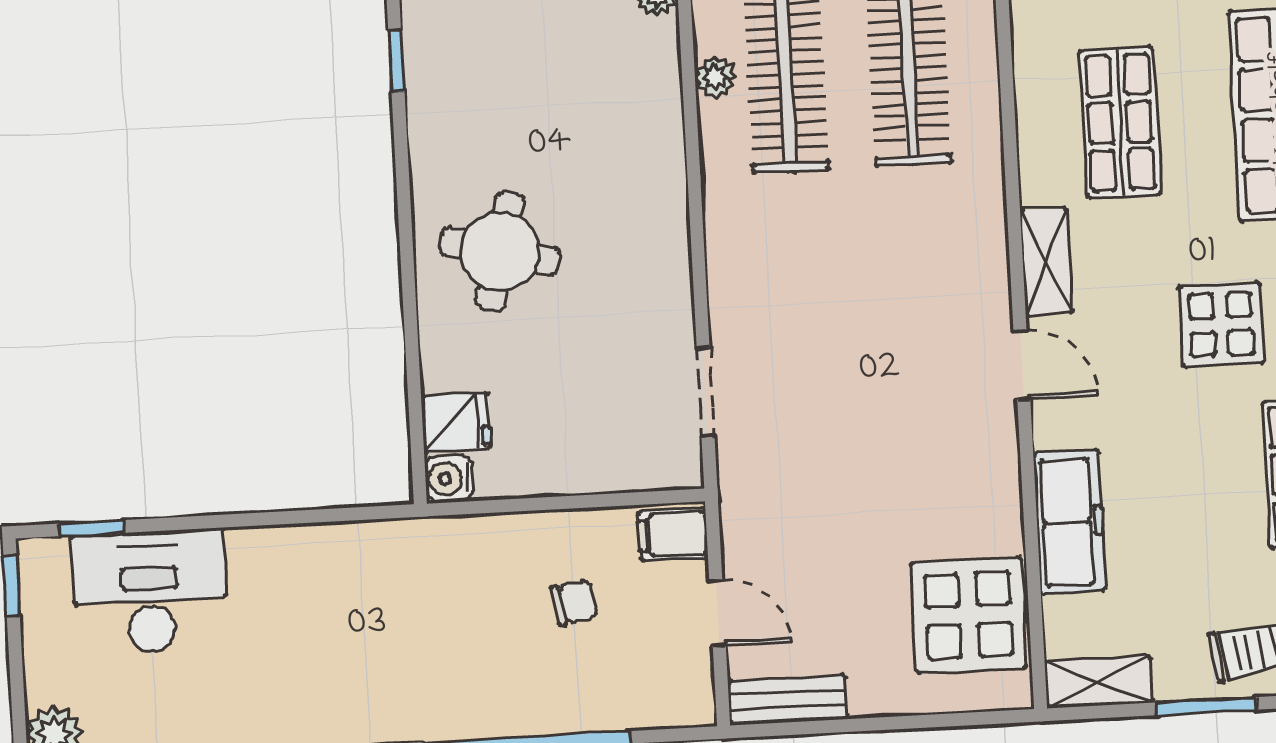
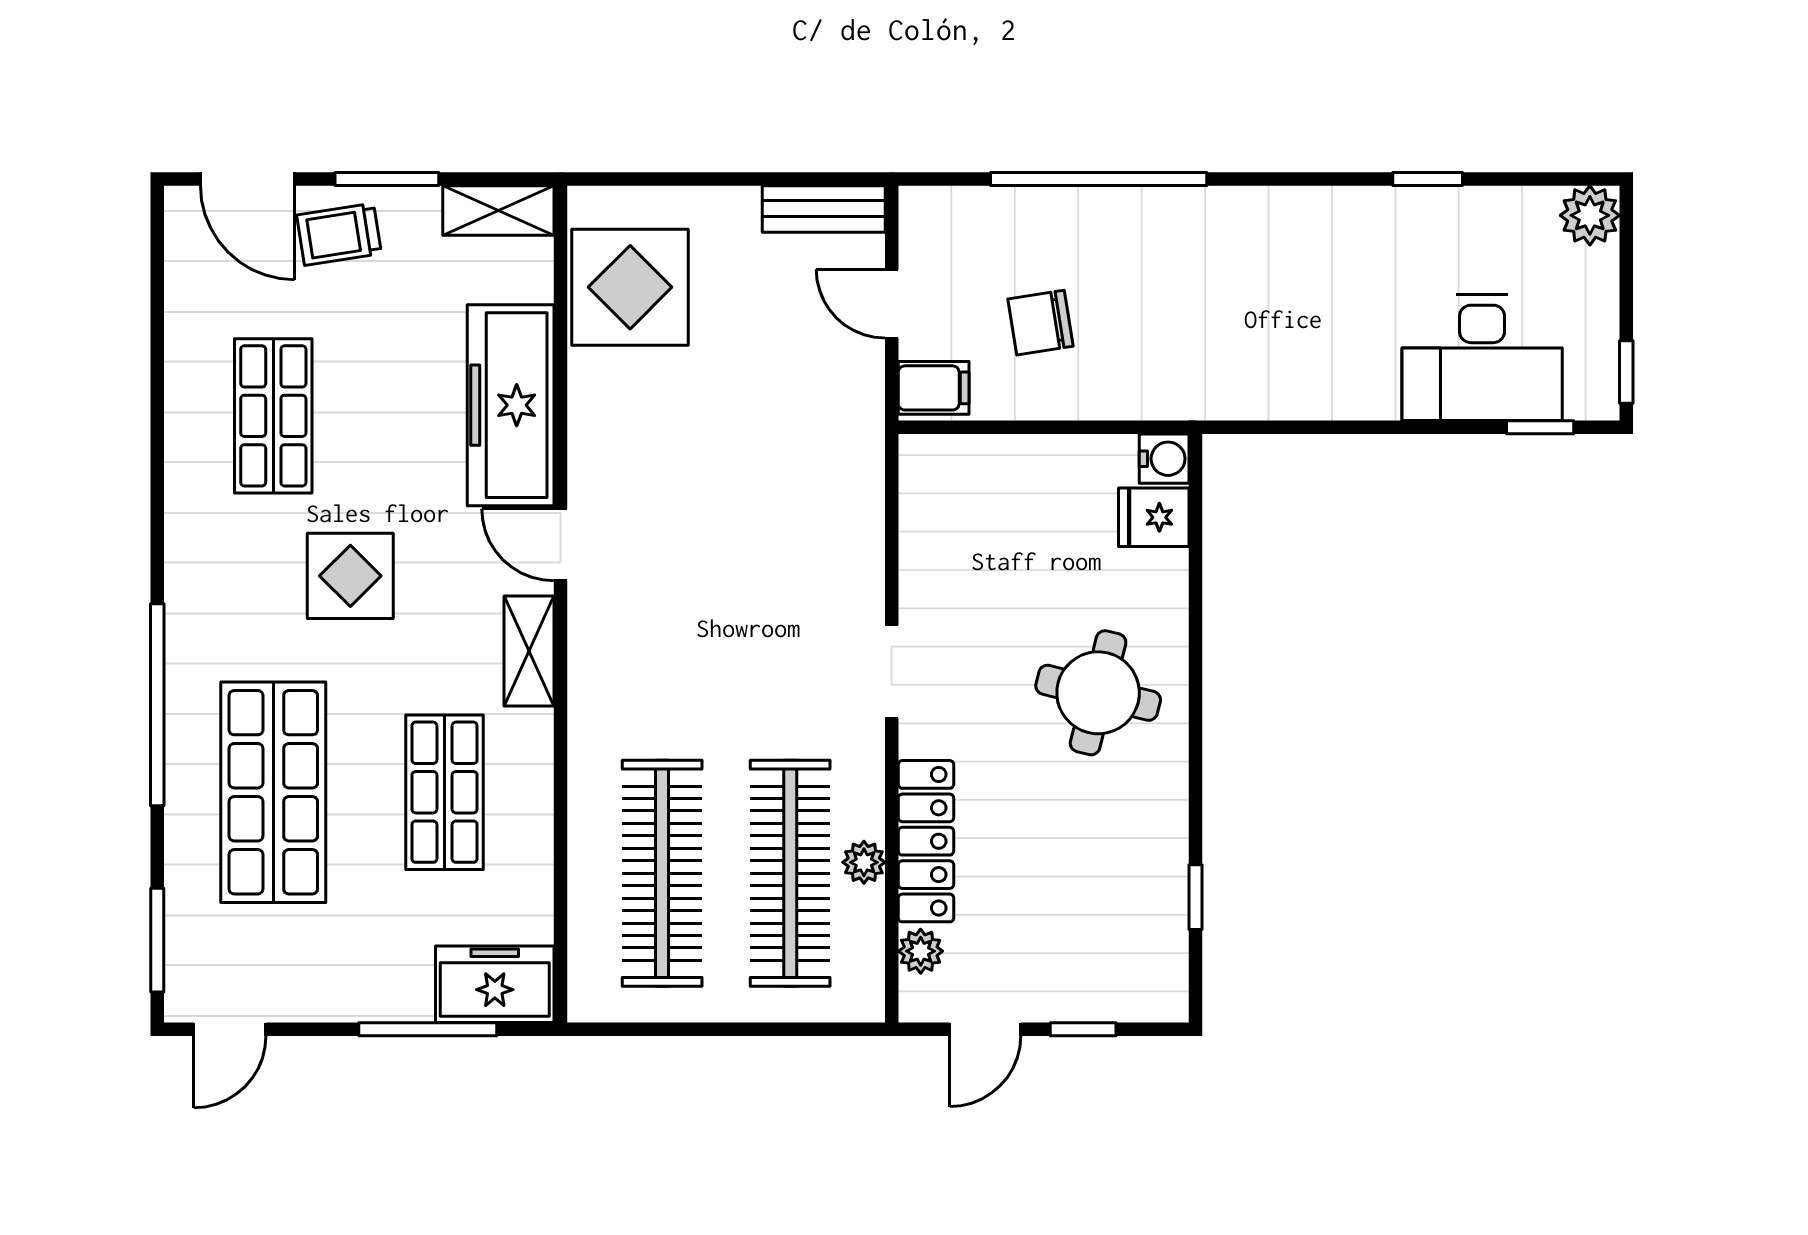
locker: (657, 101) -> (926, 841), added
doorway: (706, 392) -> (892, 672), moved
freezer: (1070, 522) -> (511, 405), width x1.36, depth x1.26
chair: (574, 602) -> (1041, 323), width x1.37, depth x1.37

